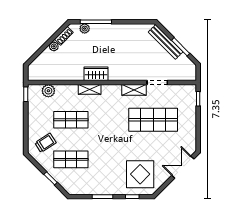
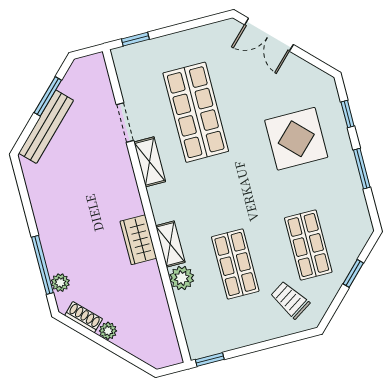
plant: (48, 91) -> (182, 278), moved
display table: (140, 174) -> (296, 139), moved

